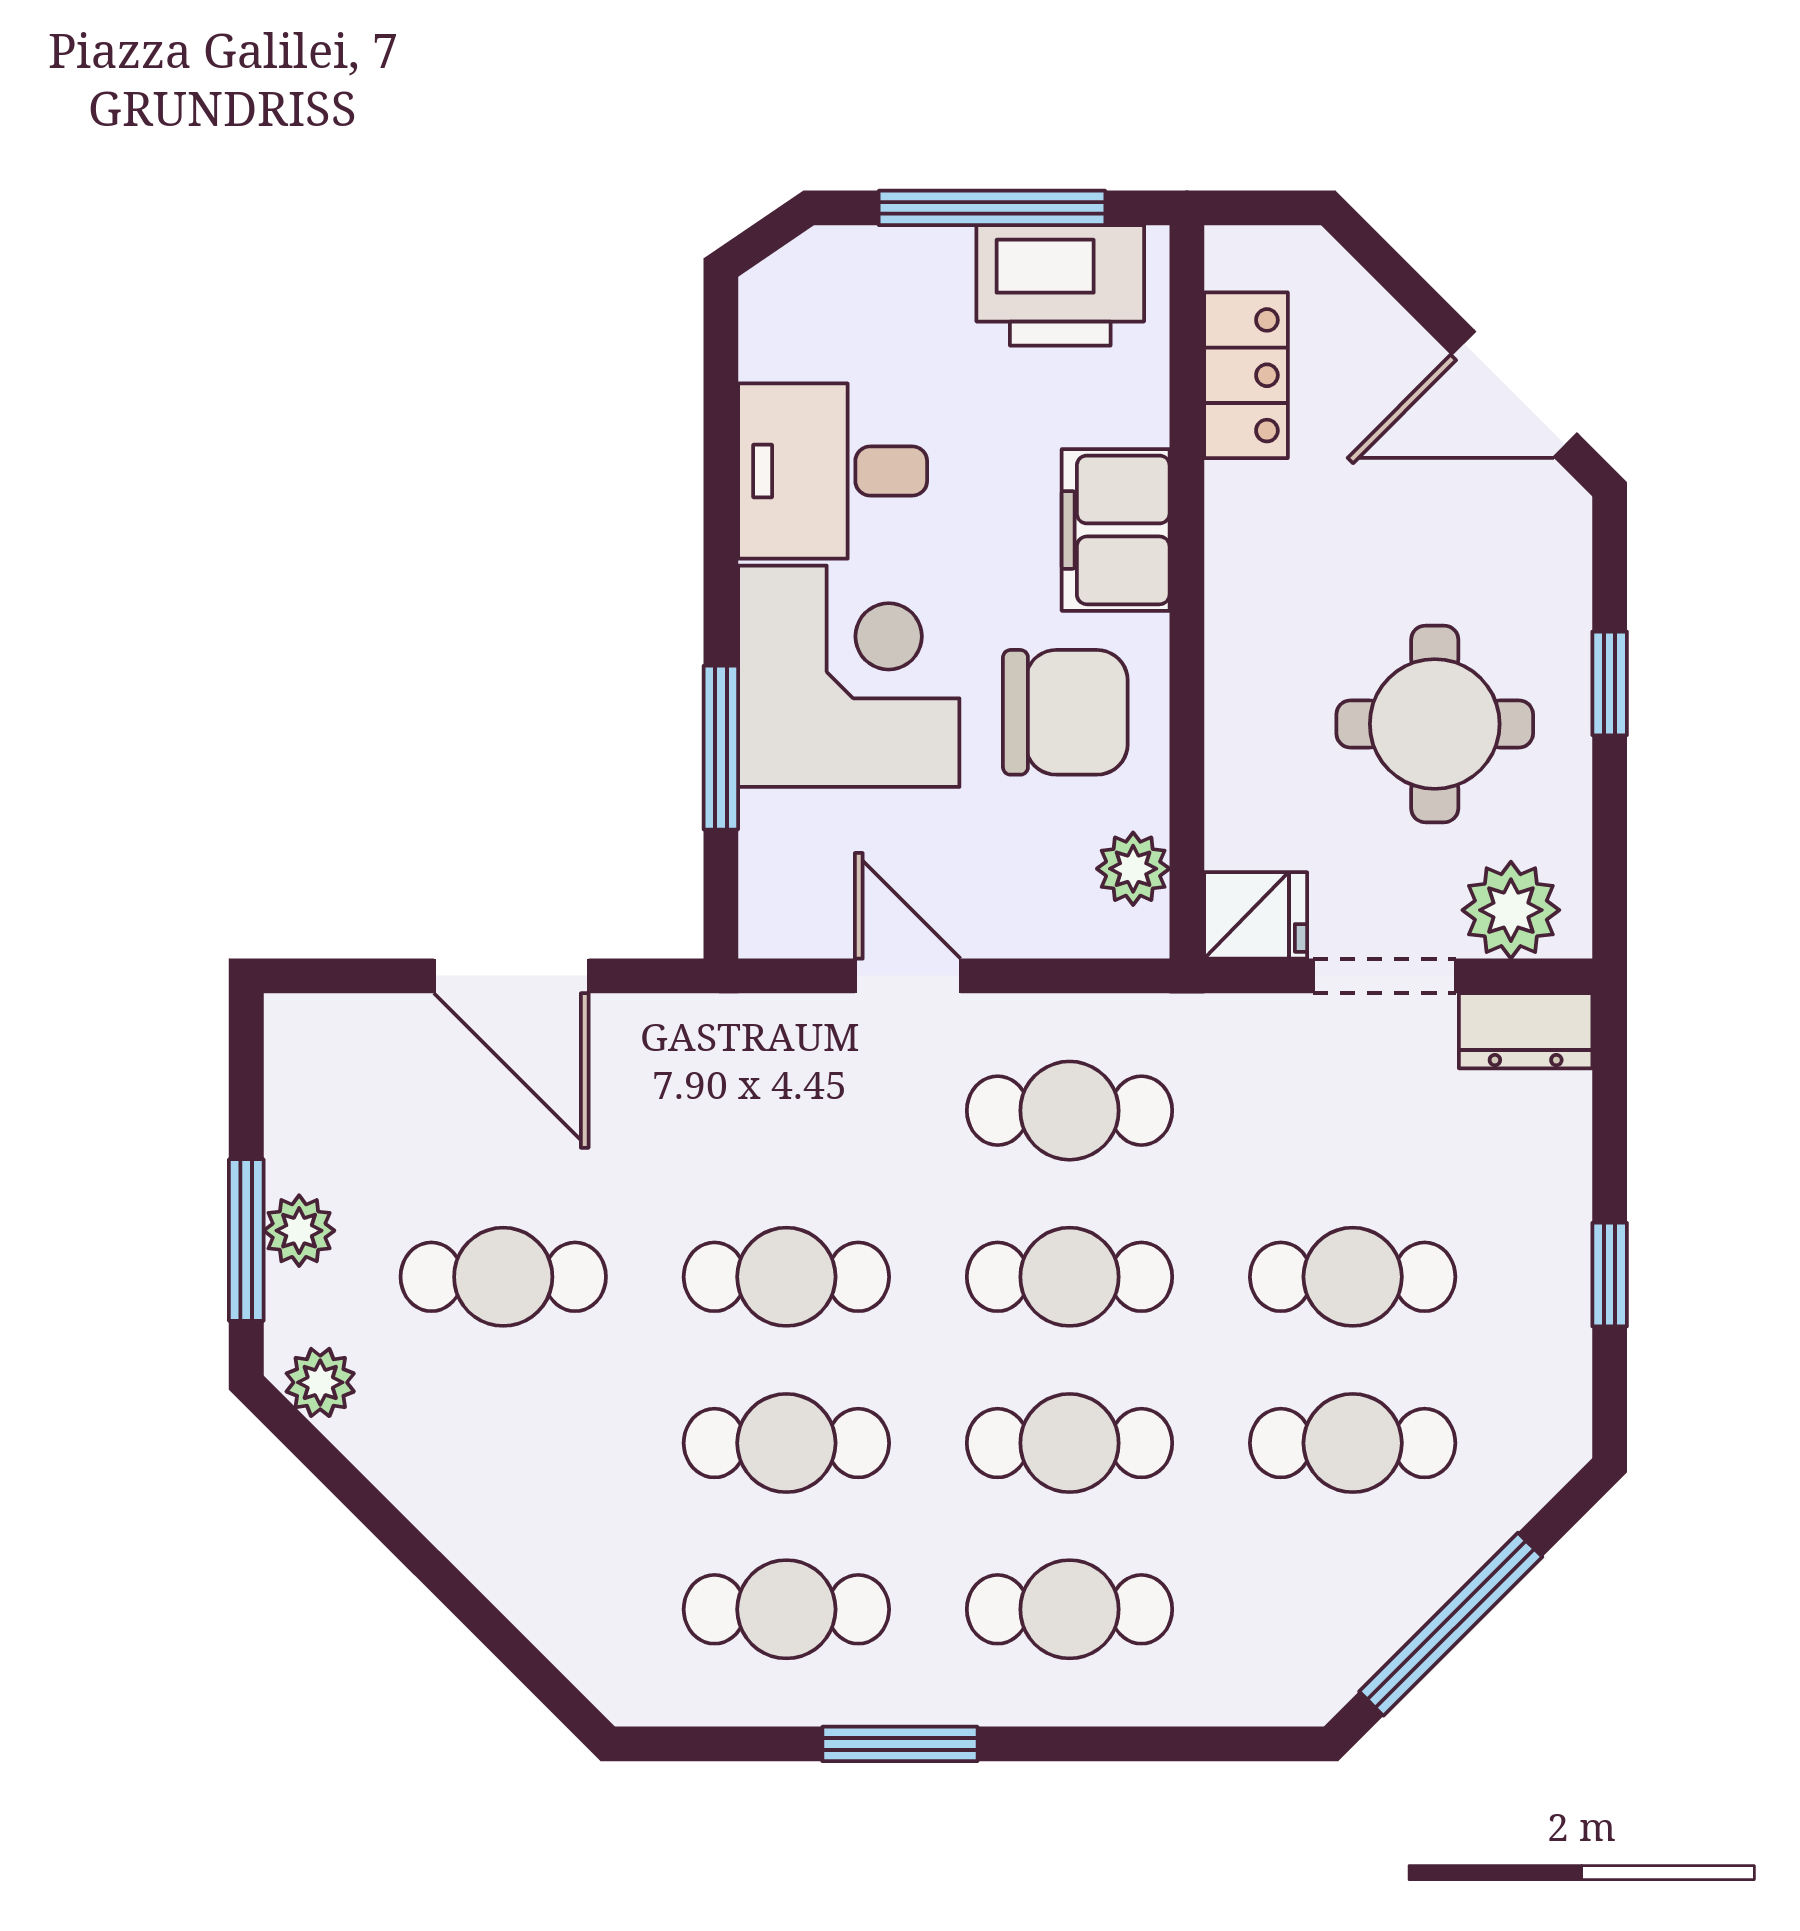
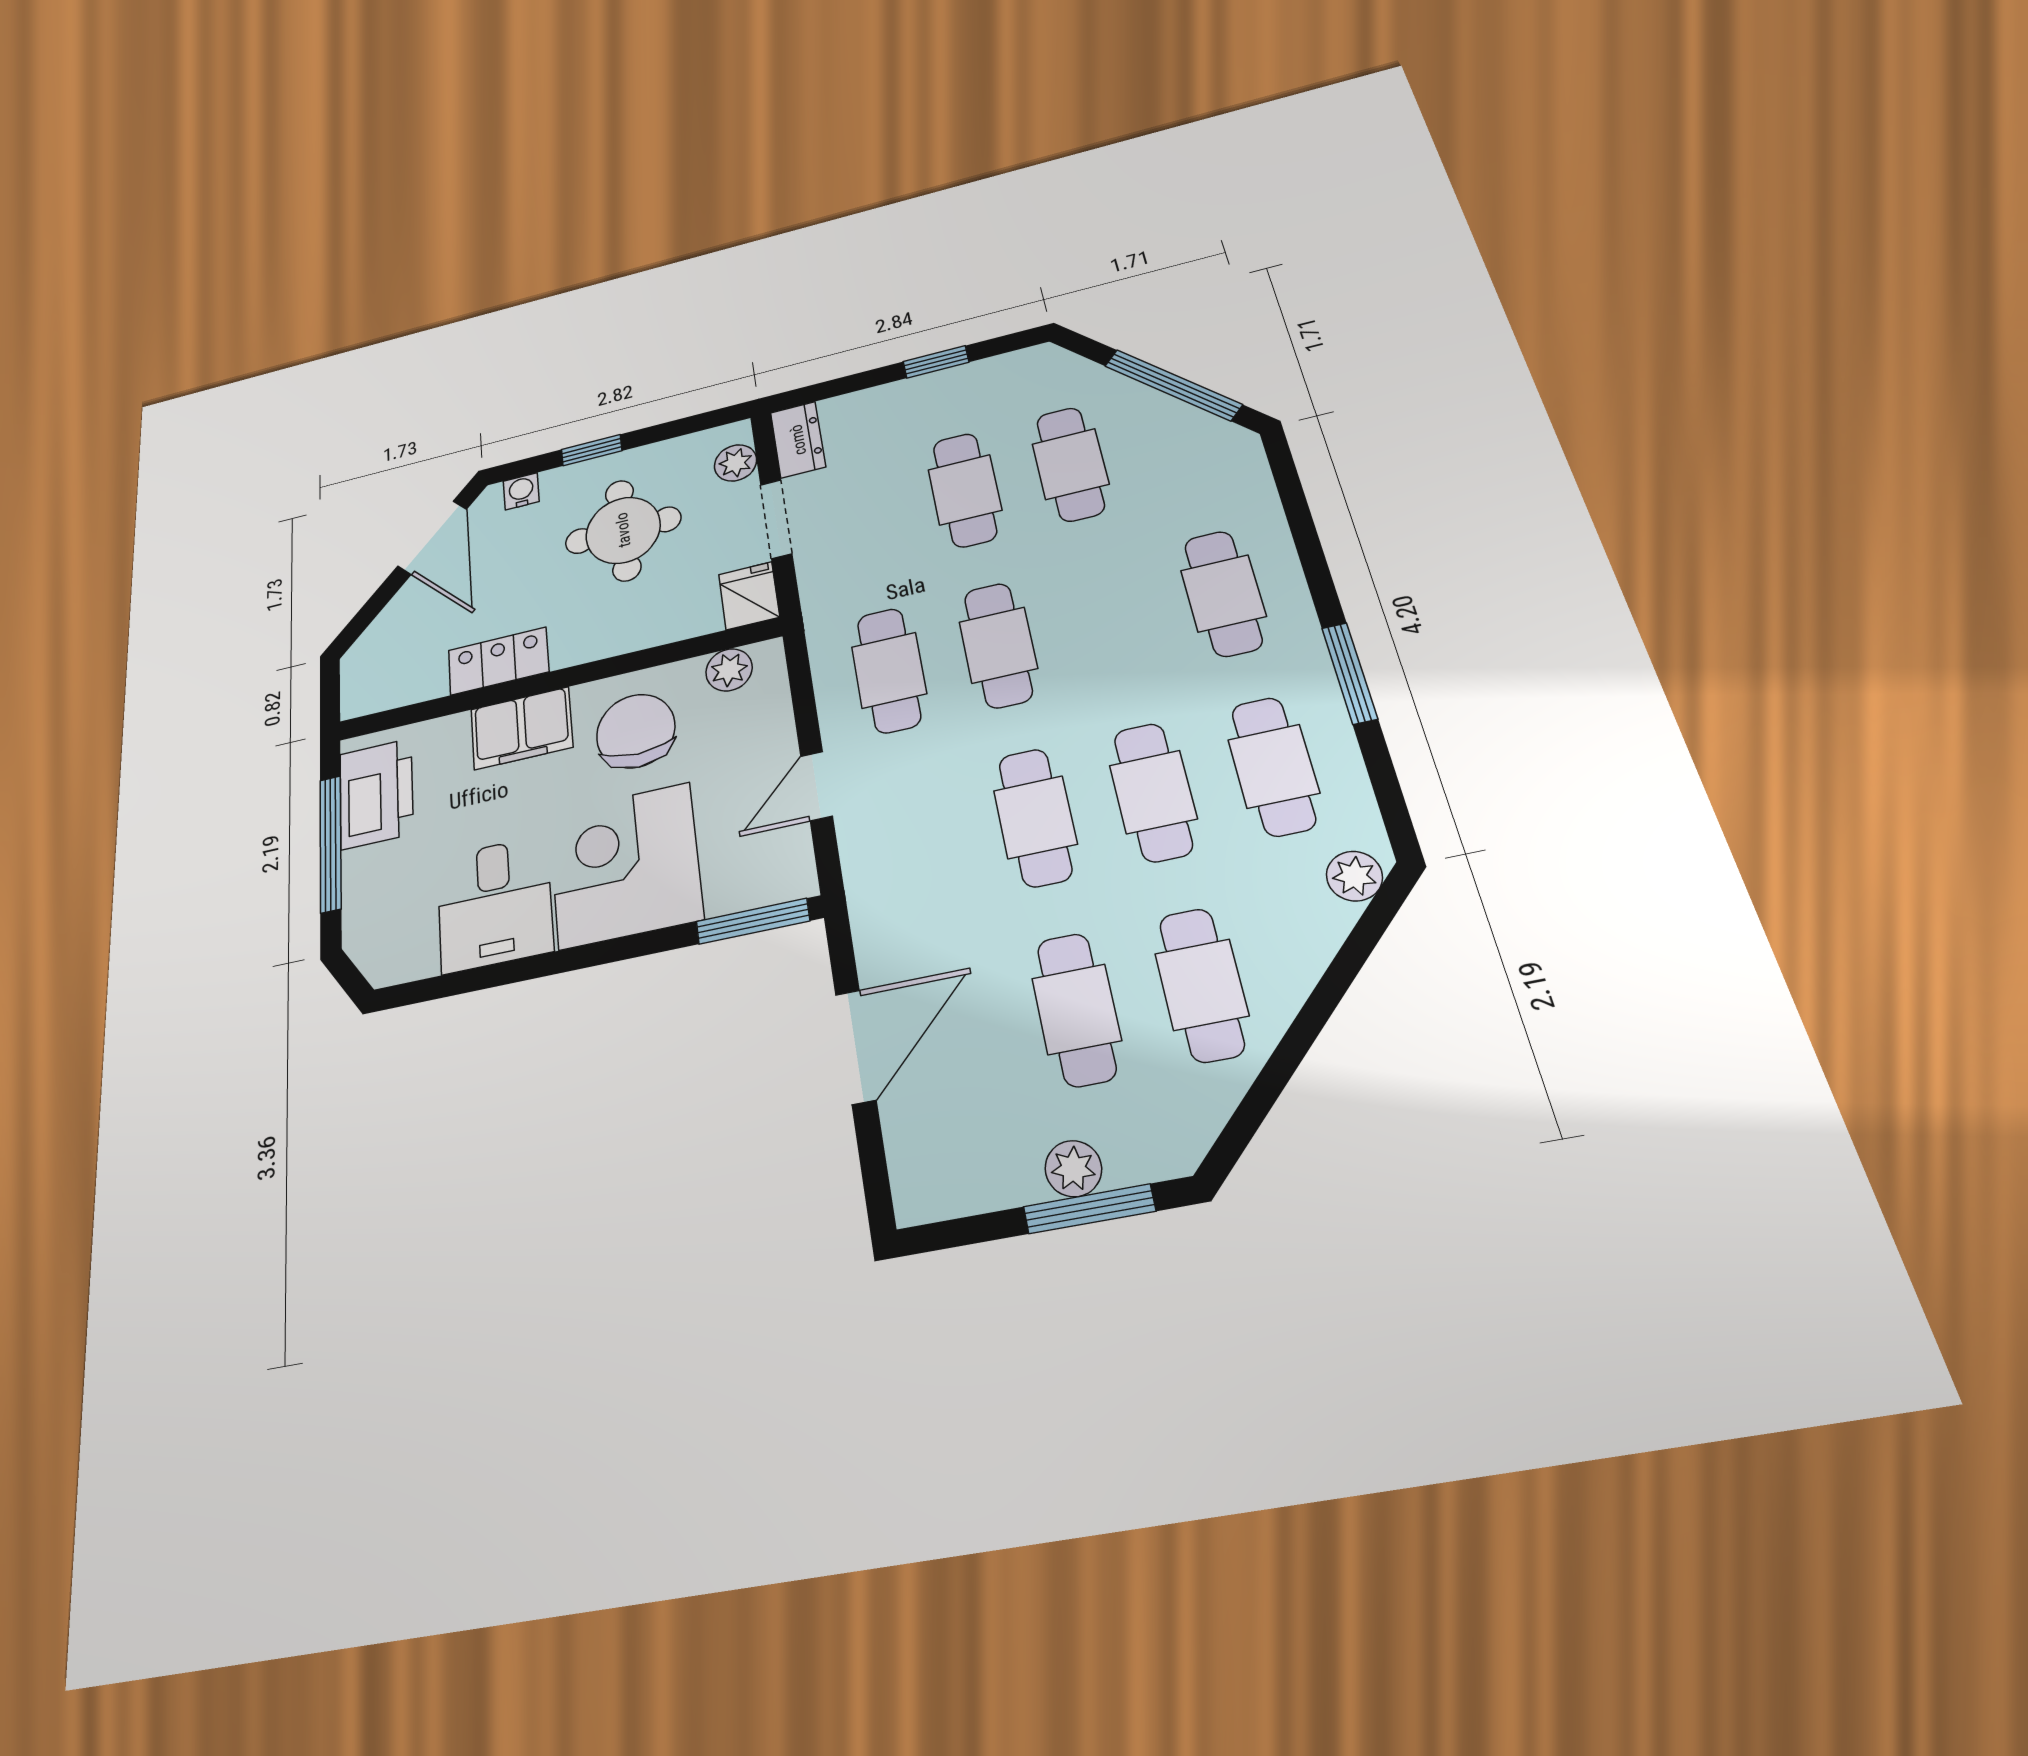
locker: (1246, 375) -> (498, 661), moved
water cooler: (1562, 555) -> (521, 491), added
window: (721, 748) -> (753, 921), moved
plant: (1511, 910) -> (735, 463), width x0.73, depth x0.73
plant: (320, 1382) -> (1354, 876), moved
cafe table: (1070, 1443) -> (1202, 985), moved

